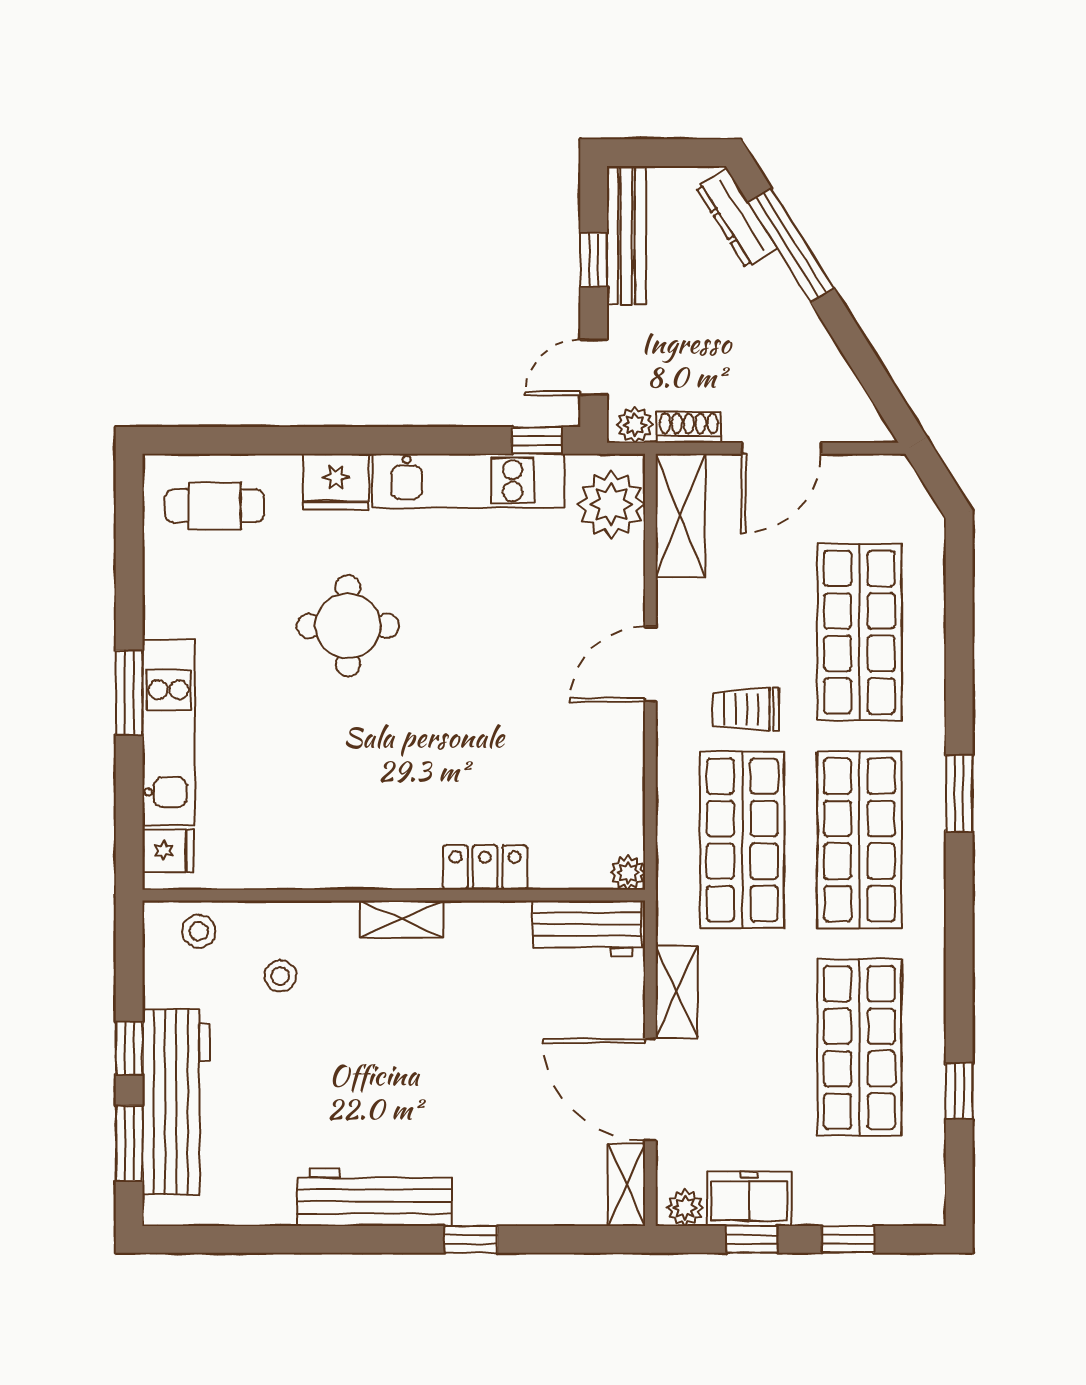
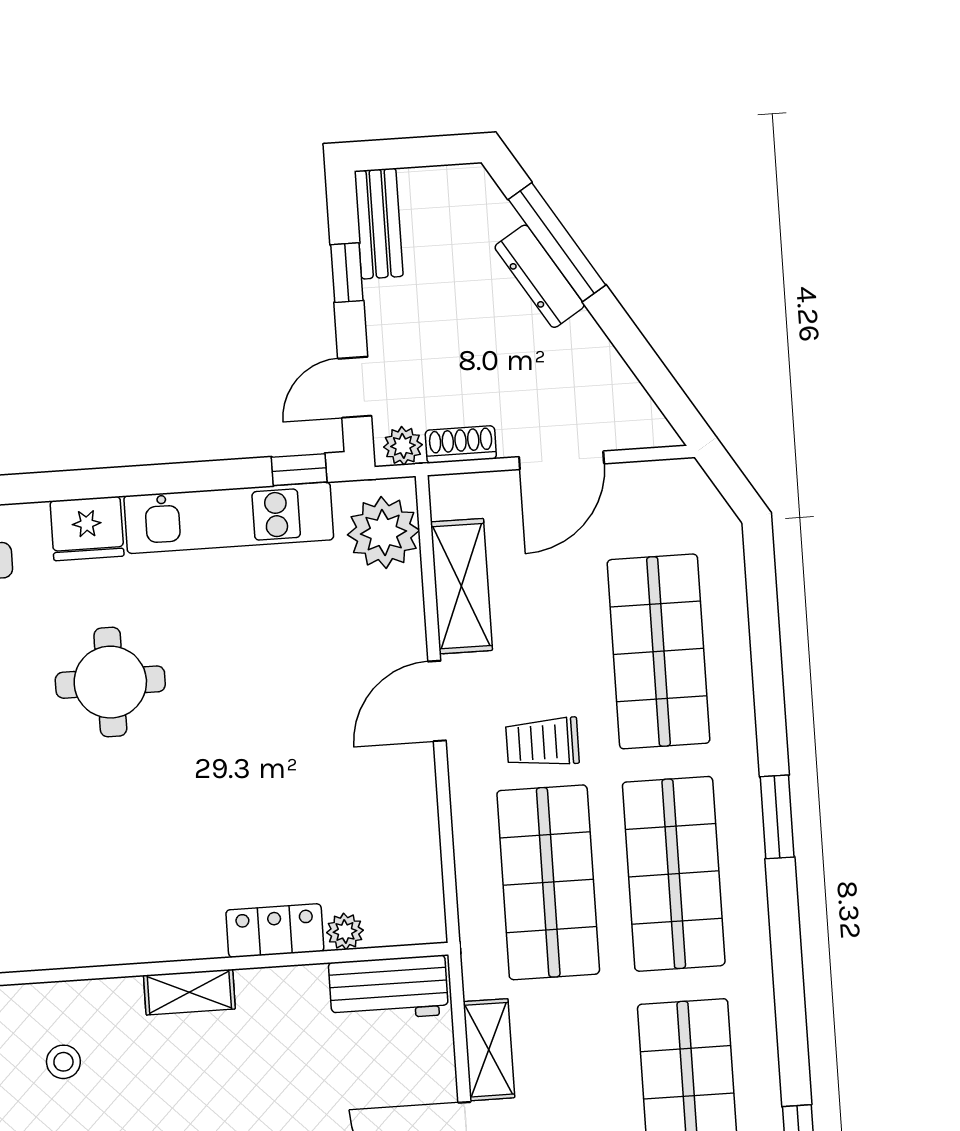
dresser: (737, 218) -> (540, 276), moved
bench: (626, 235) -> (379, 224), width x0.73
shelving: (680, 515) -> (461, 586), moved
plant: (628, 873) -> (345, 931), moved

